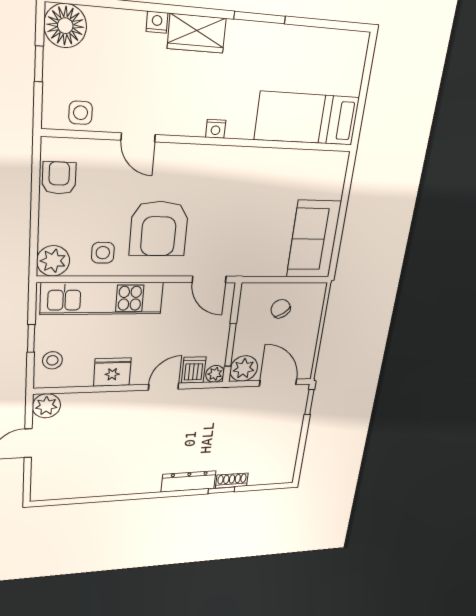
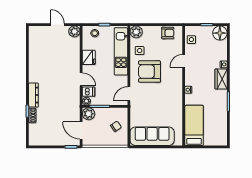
sofa: (314, 239) -> (152, 136), width x1.36
door: (278, 383) -> (81, 130), swing flipped

